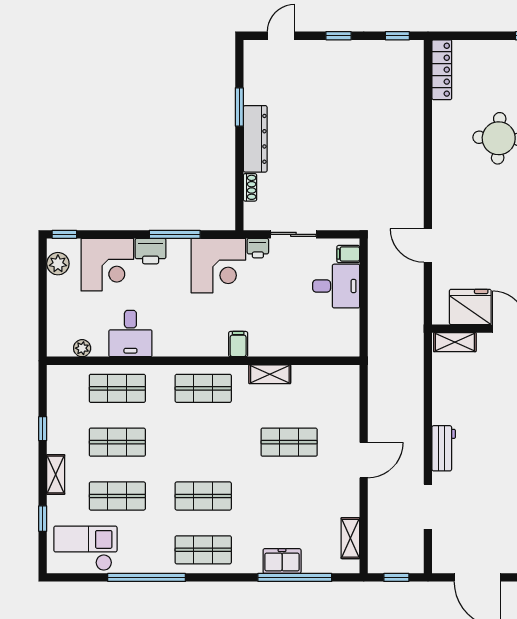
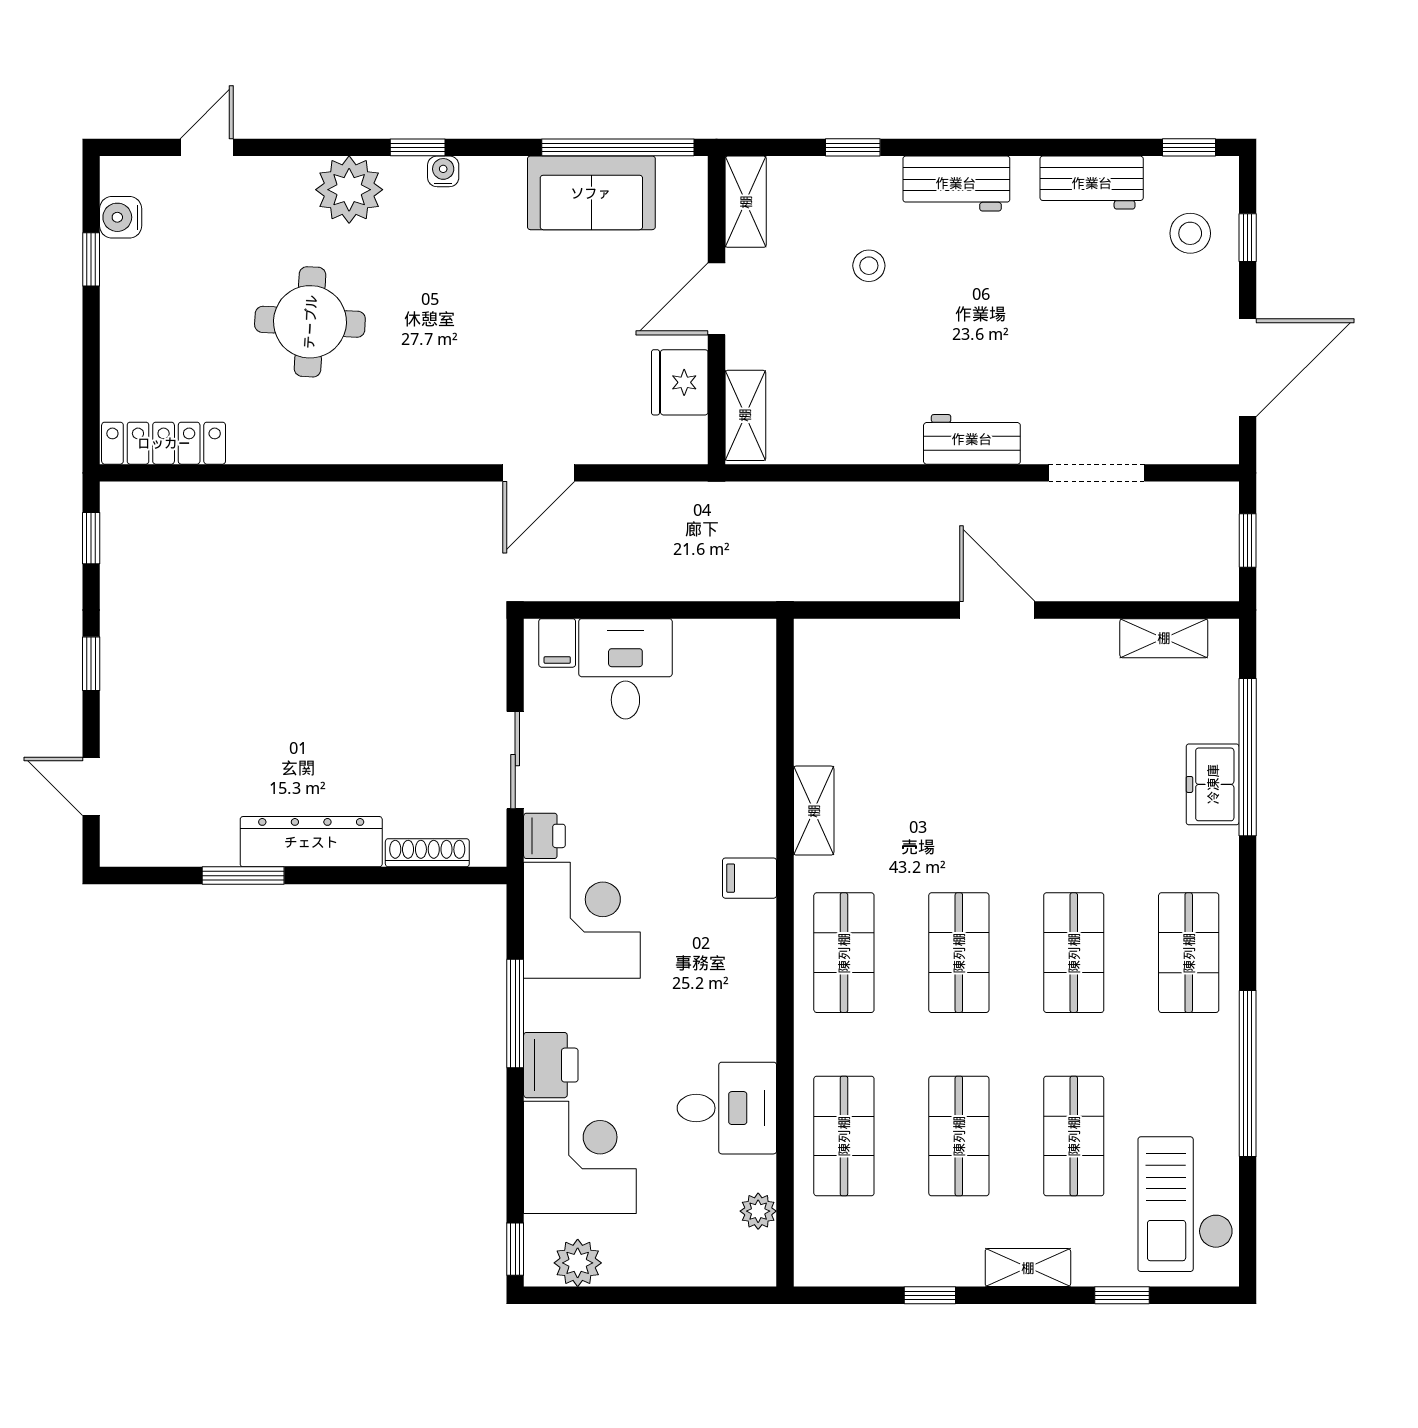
shoe rack: (250, 187) -> (427, 853), width x1.43
fridge: (470, 307) -> (680, 382), width x0.73, depth x0.75
shop shelf: (289, 442) -> (959, 953), moved

